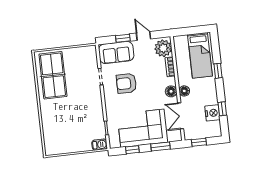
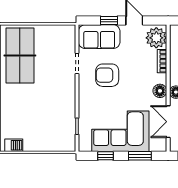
barbecue: (100, 145) -> (14, 145), moved

